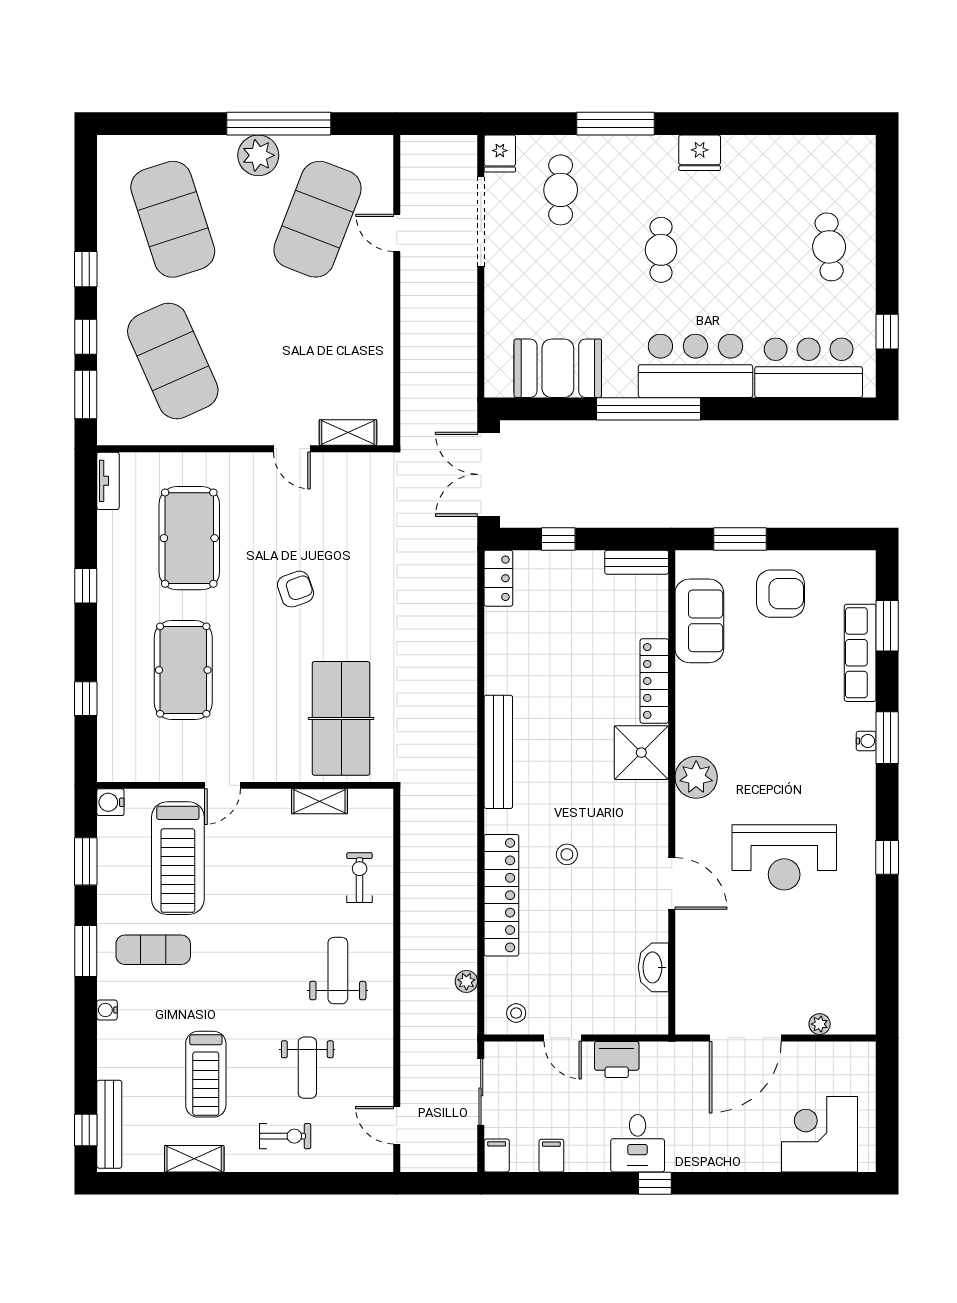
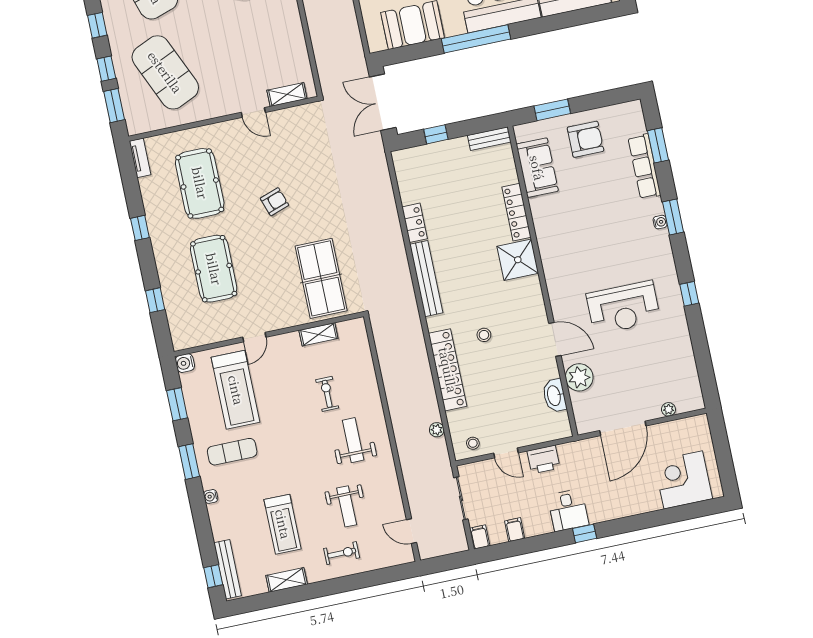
locker: (498, 578) -> (415, 223), moved
plant: (696, 777) -> (579, 377), moved
exercise bike: (360, 878) -> (327, 394), moved

